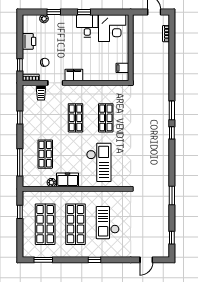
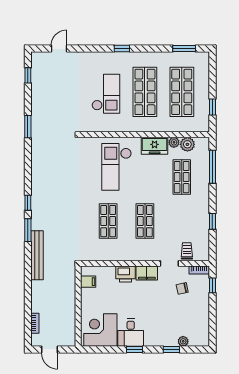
printer: (29, 41) -> (125, 274), moved, turned -90
bench: (164, 90) -> (37, 255), added
plant: (41, 181) -> (187, 144), added

